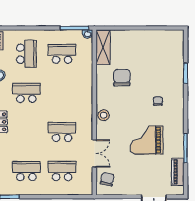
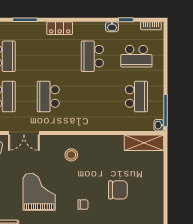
chair: (122, 78) -> (118, 190), moved
school desk: (26, 93) -> (92, 56), turned 180
stool: (104, 115) -> (71, 155), moved
school desk: (62, 132) -> (48, 96), turned 180

